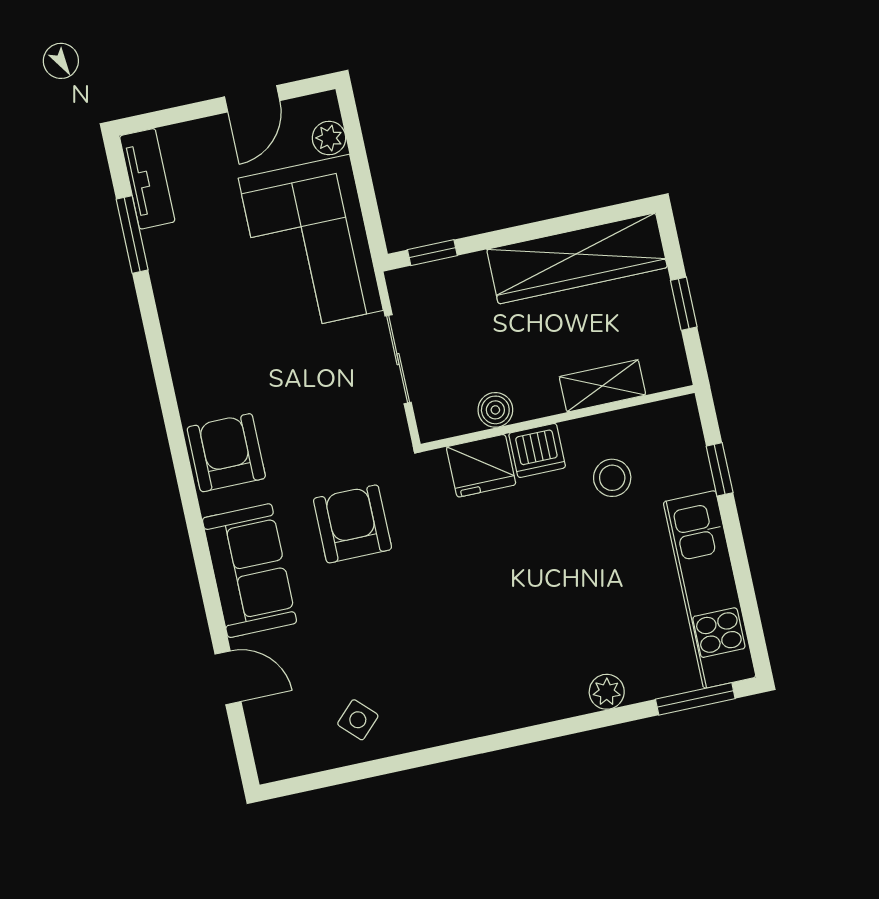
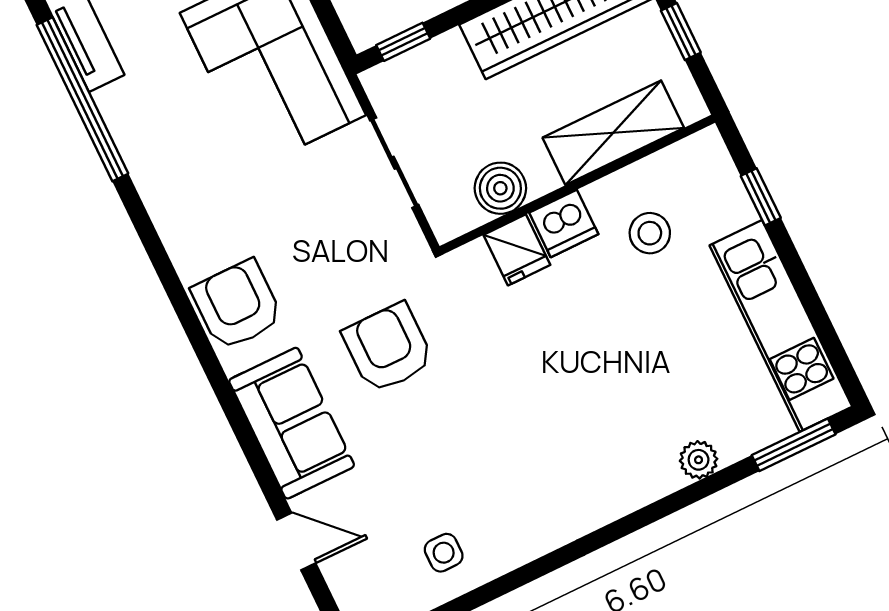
window: (132, 235) -> (82, 99), width x2.11
shelving: (603, 386) -> (613, 133), width x1.50, depth x1.33
boiler: (495, 410) -> (500, 188), width x1.36, depth x1.36
fridge: (481, 466) -> (517, 250), width x0.72
side table: (358, 720) -> (444, 553), turned 45

